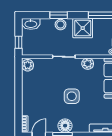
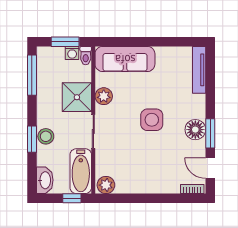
shower: (83, 28) -> (77, 97), moved
bathtub: (37, 48) -> (81, 171), added

